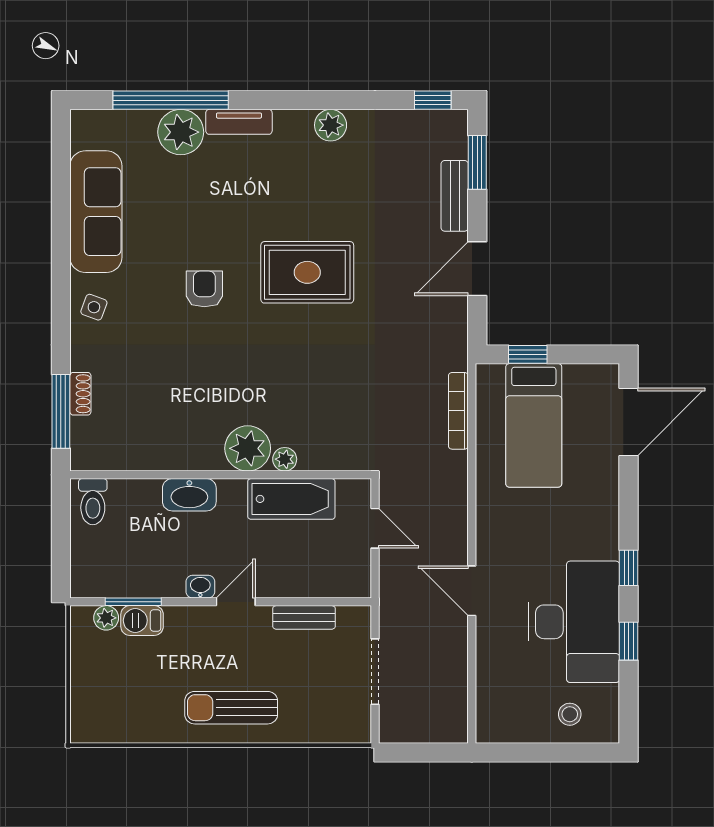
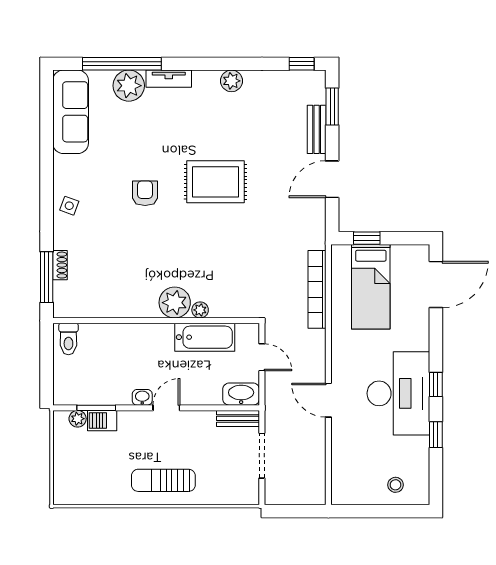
sofa: (96, 212) -> (71, 112), moved
bookcase: (458, 411) -> (317, 289), width x1.48, depth x1.31
washbasin: (189, 495) -> (241, 394), moved, turned 180
bench: (304, 617) -> (238, 418), moved
desk: (574, 622) -> (398, 393), moved

